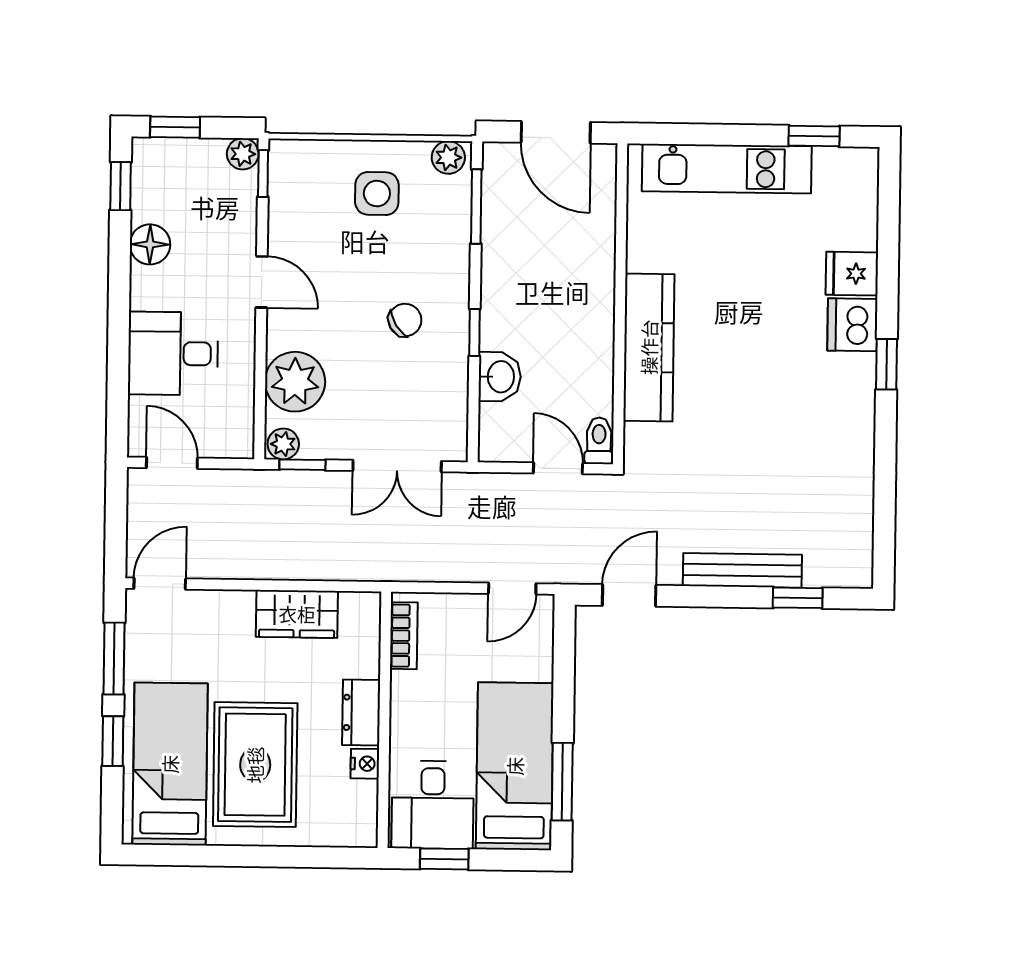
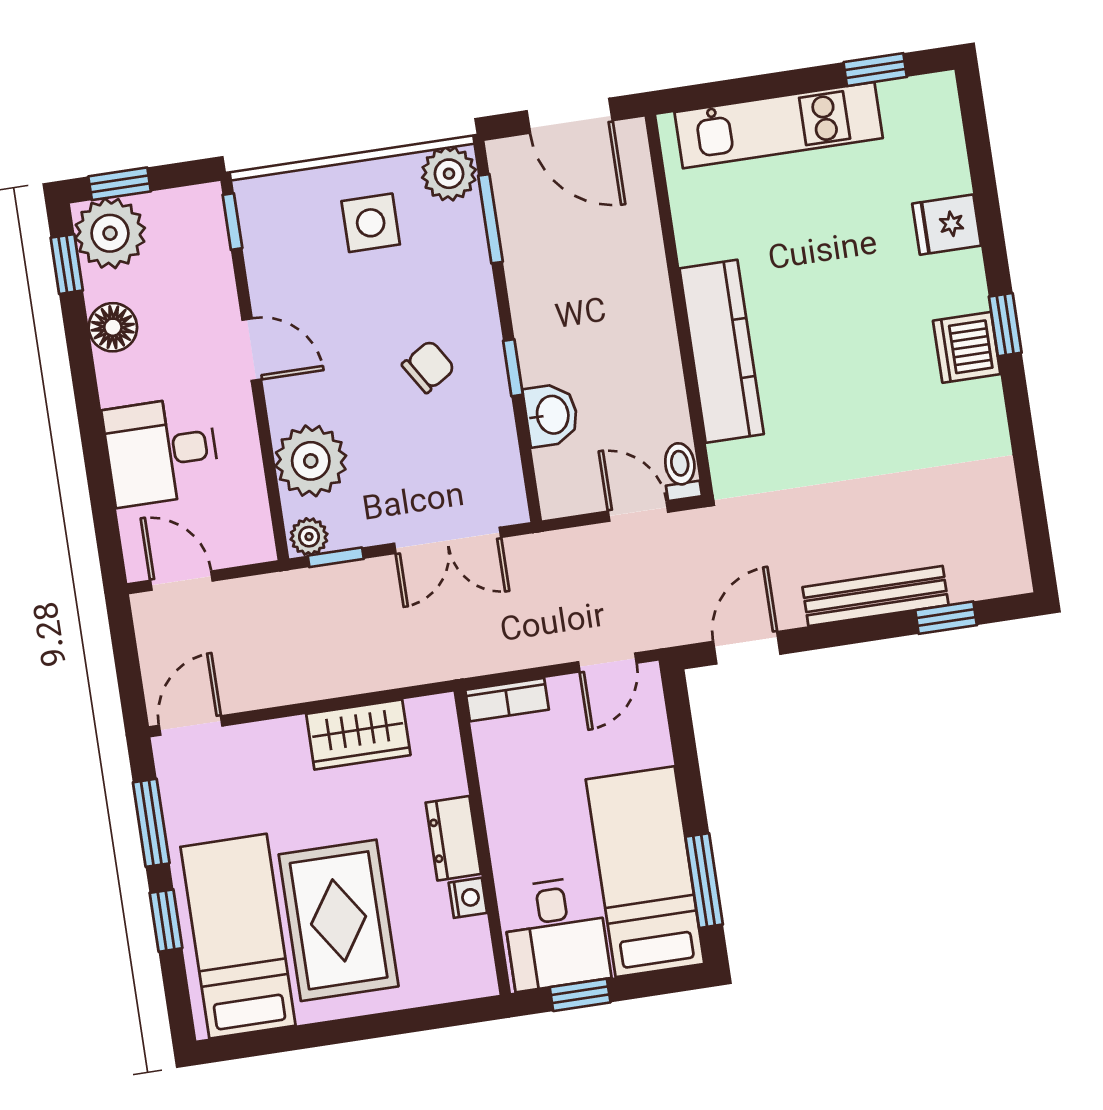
plant: (243, 154) -> (110, 233), moved, width x1.88, depth x1.88
plant: (448, 157) -> (449, 174), width x1.38, depth x1.38
dishwasher: (852, 325) -> (967, 347), moved
bookcase: (404, 636) -> (507, 700), moved, turned 90

